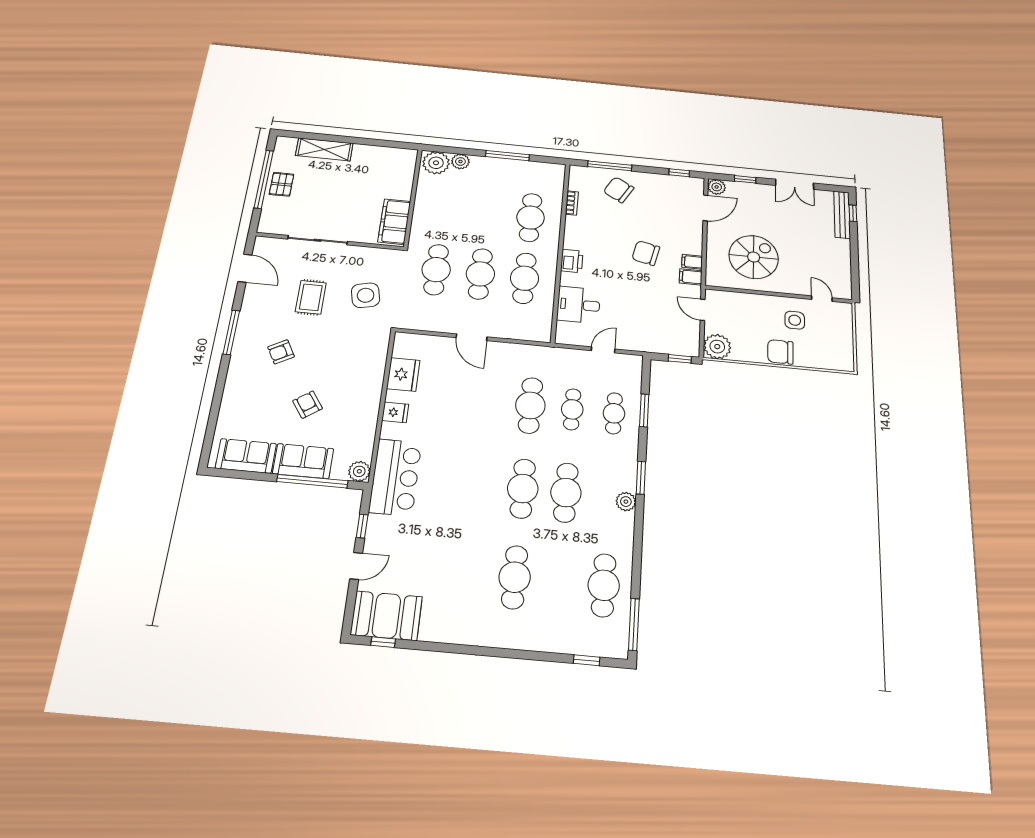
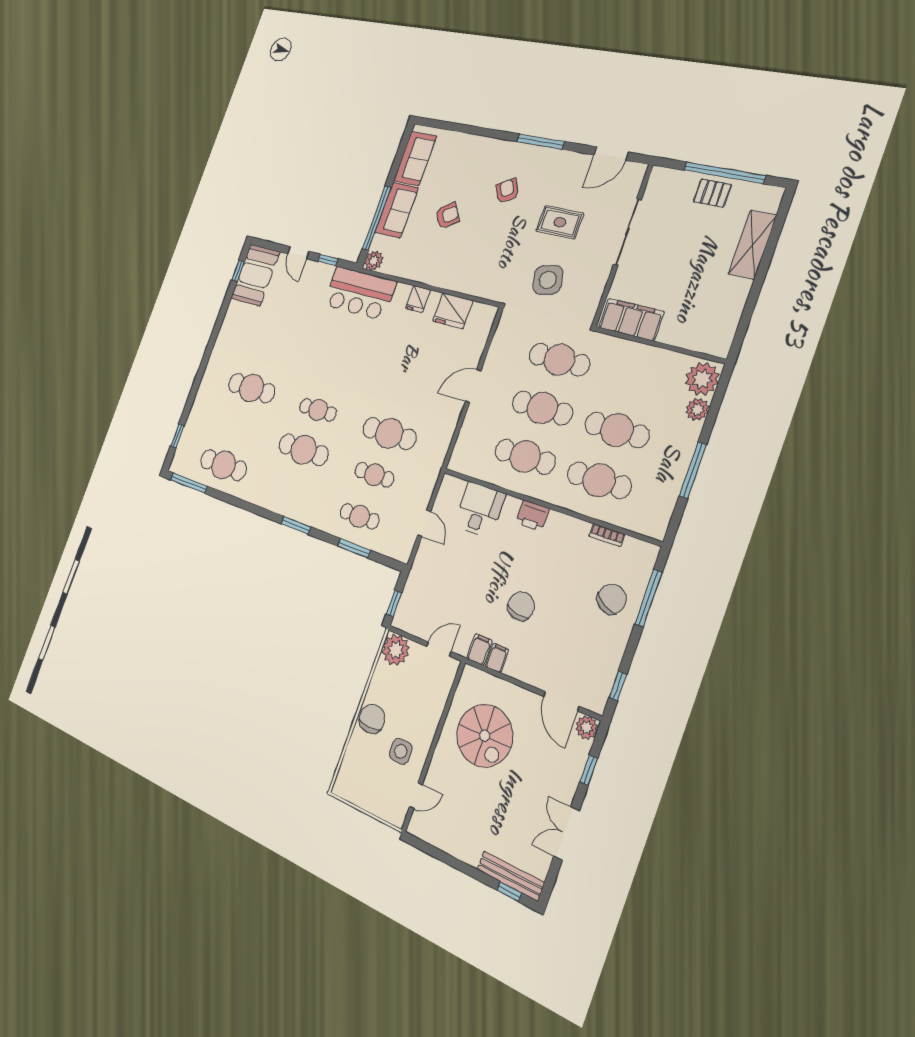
cafe table: (487, 213) -> (617, 430), added
cafe table: (523, 489) -> (318, 410), width x0.73, depth x0.74
plant: (626, 502) -> (281, 505), removed

